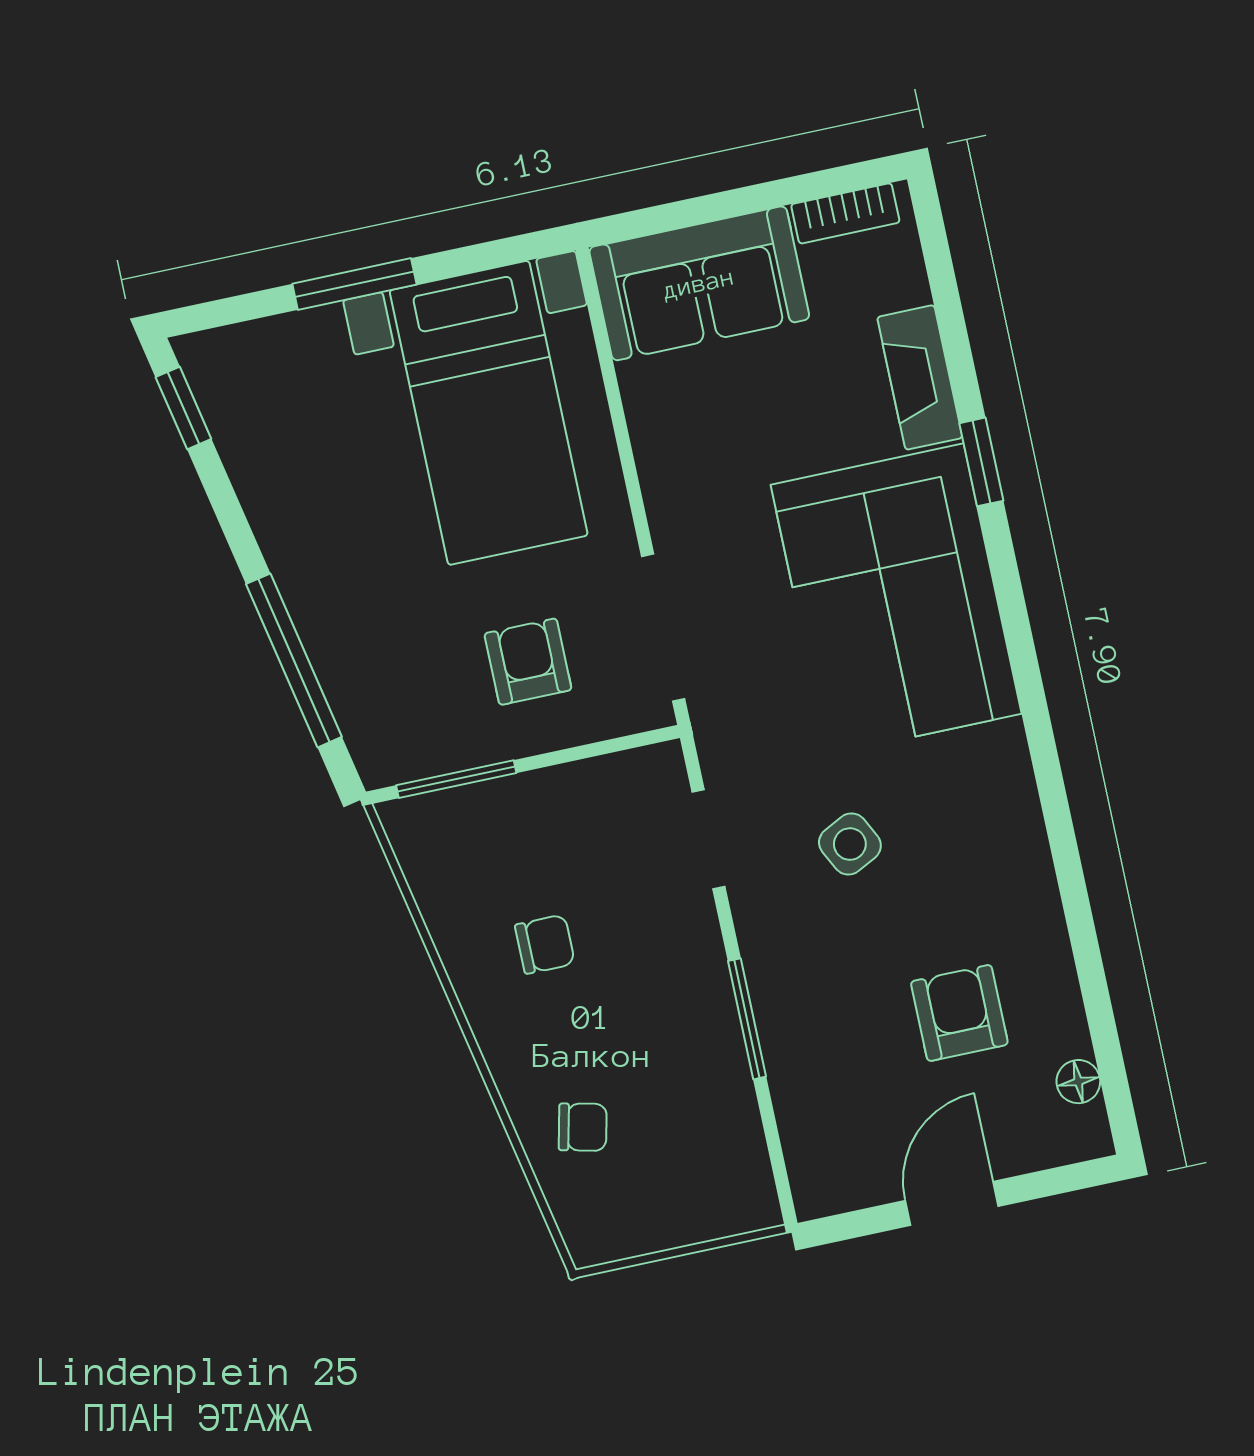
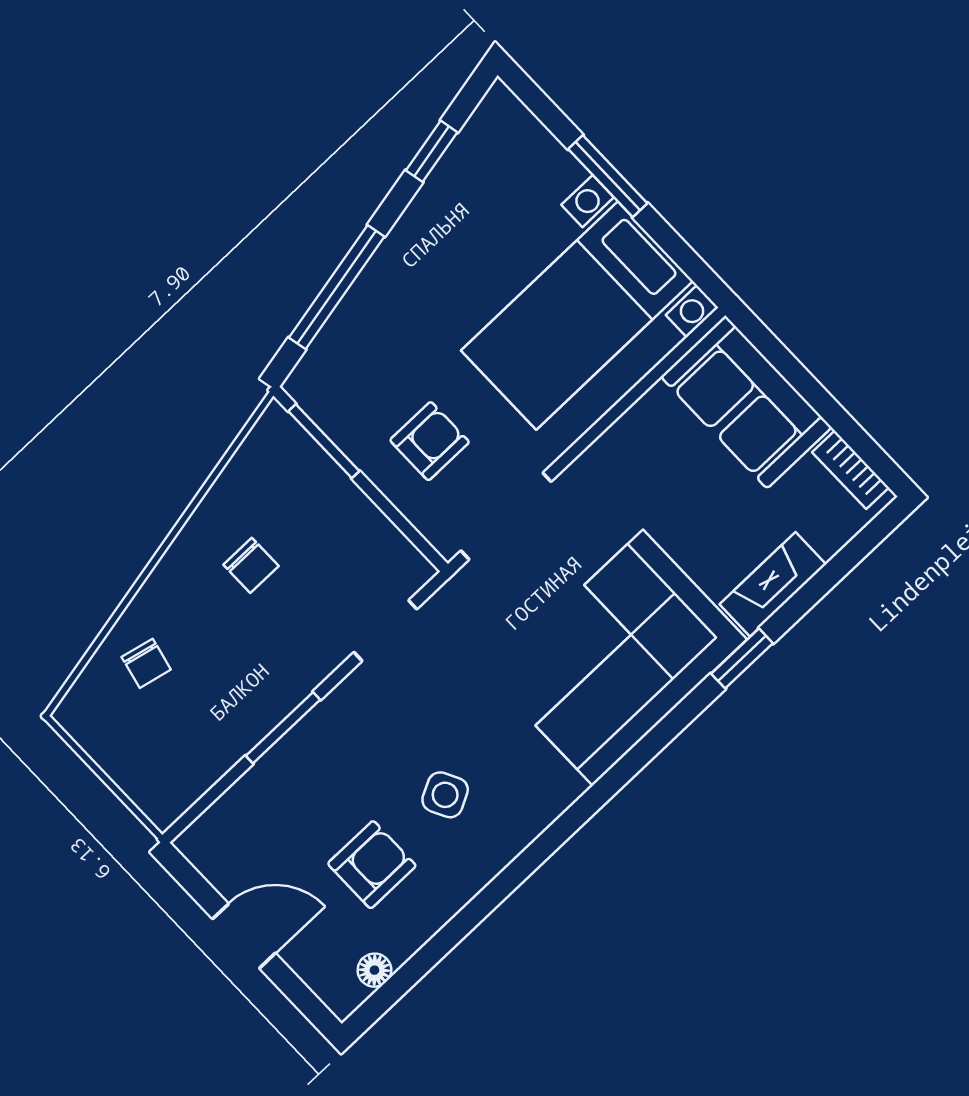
window: (183, 408) -> (432, 151), moved
side table: (850, 844) -> (445, 795), moved

